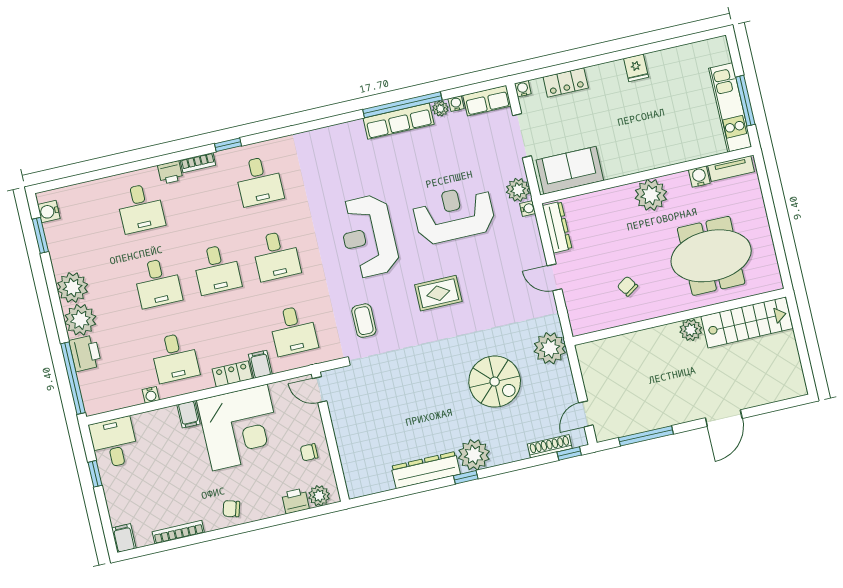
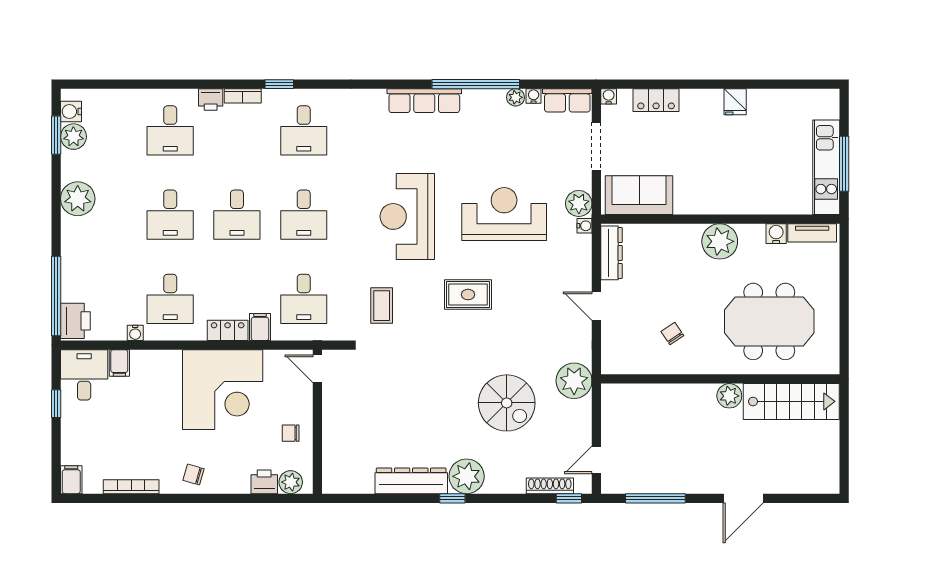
row of seats: (399, 121) -> (424, 101), moved
plant: (80, 320) -> (73, 137), moved, width x0.73, depth x0.73
printer: (85, 353) -> (75, 321), moved
filing cabinet: (189, 414) -> (119, 363), moved

